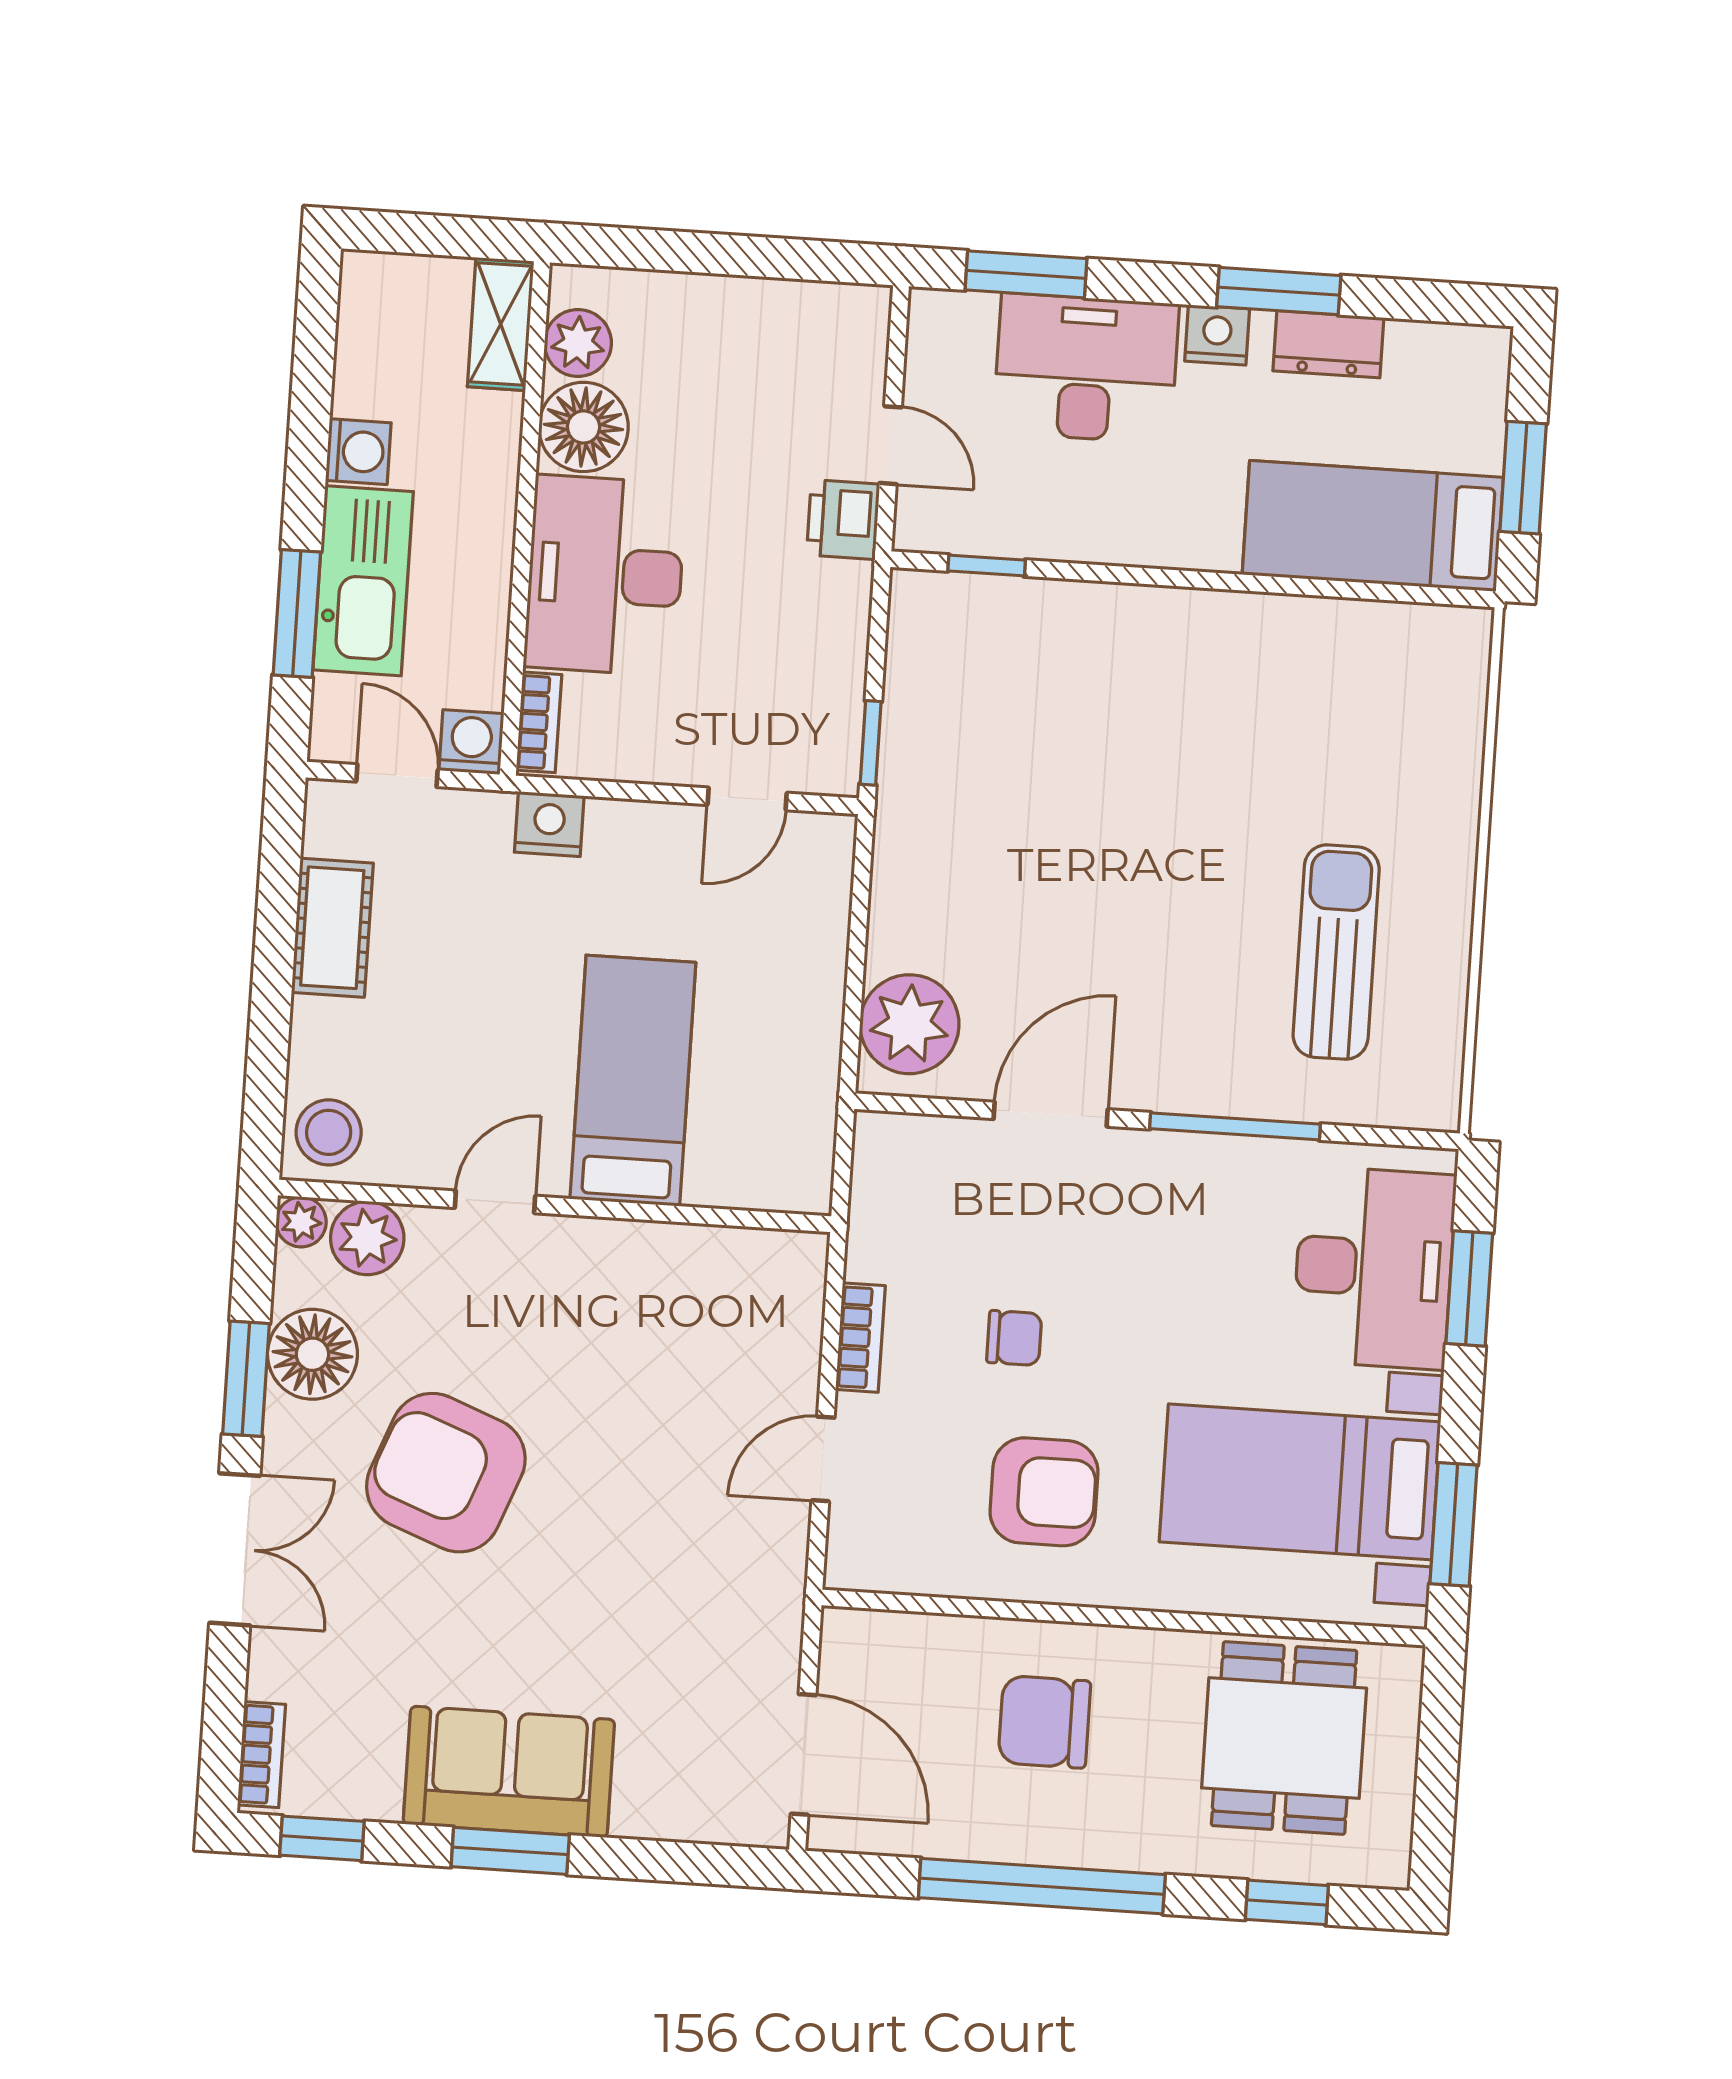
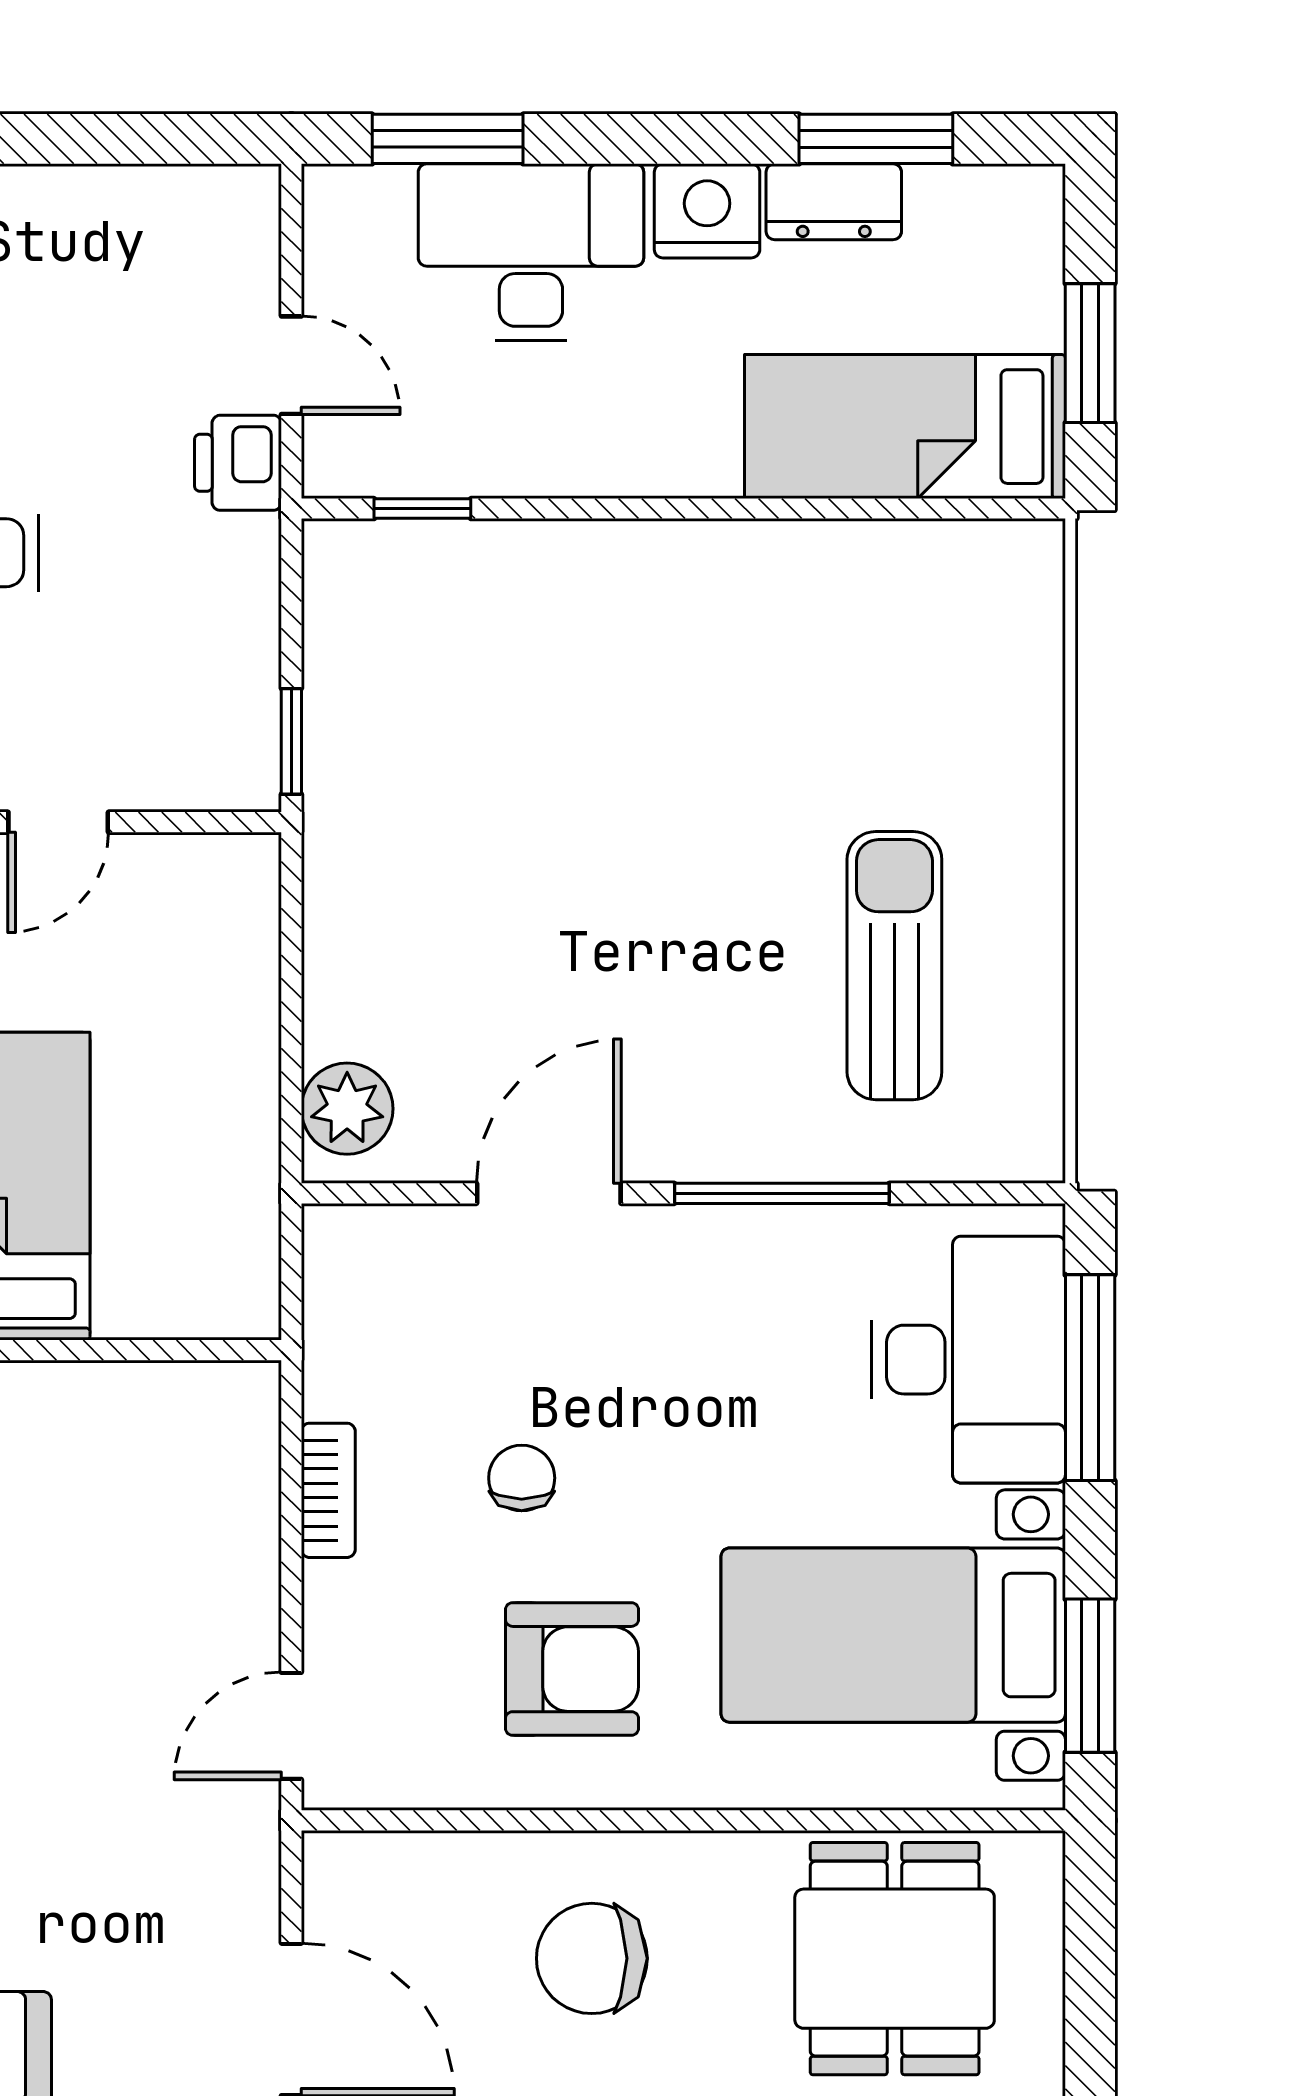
window: (1279, 291) -> (876, 139), moved
nightstand: (1217, 335) -> (707, 211), width x1.36, depth x1.33
door: (747, 799) -> (58, 822), moved
plant: (909, 1024) -> (347, 1109), width x0.73, depth x0.73
window: (1469, 1288) -> (1090, 1378), width x1.44
chair: (1014, 1338) -> (522, 1478), turned -90
door: (823, 1459) -> (291, 1726), moved

